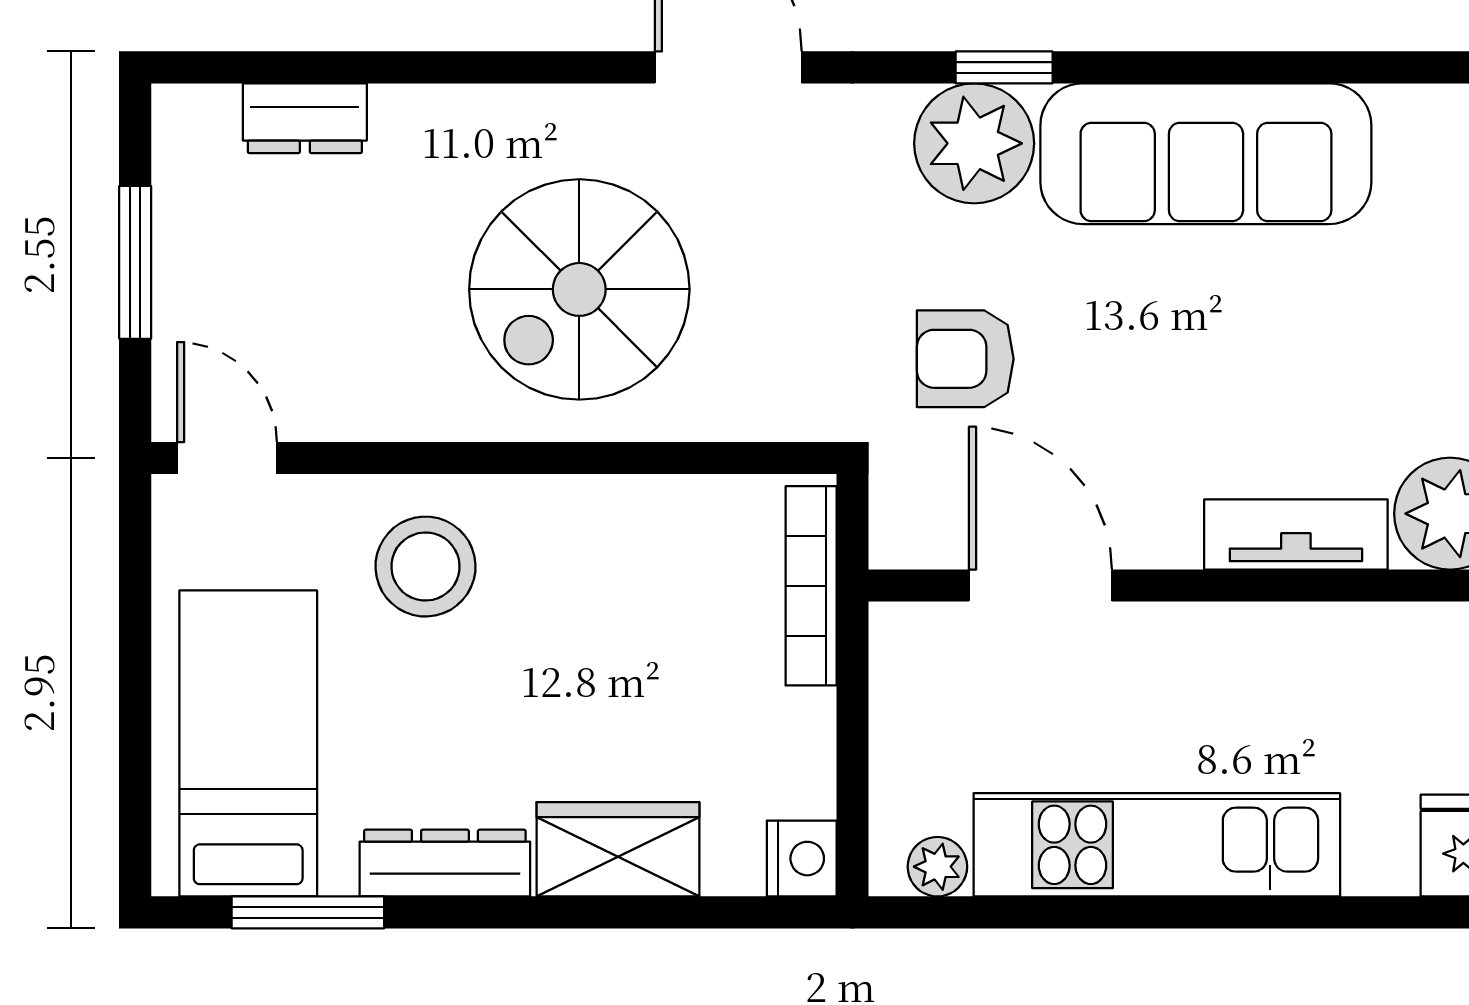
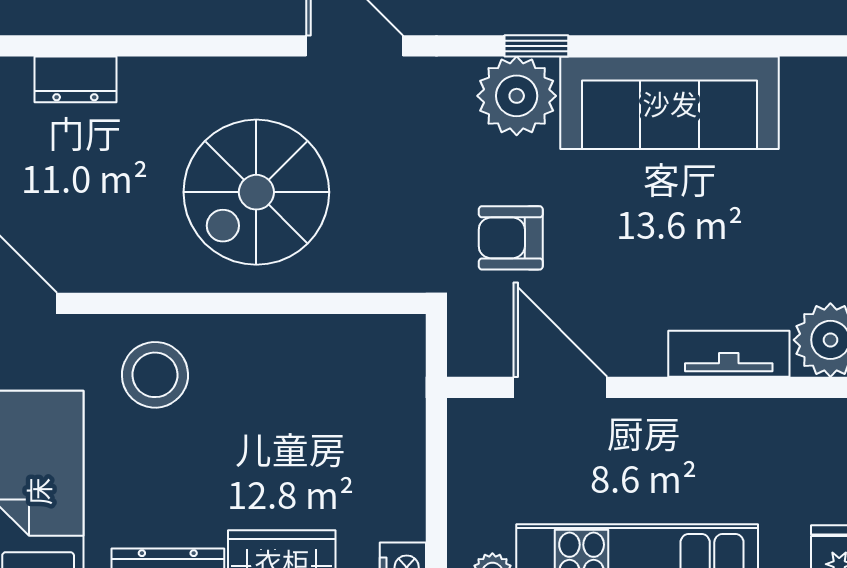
bookcase: (811, 586) -> (409, 388), removed

